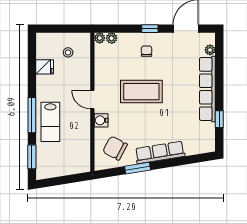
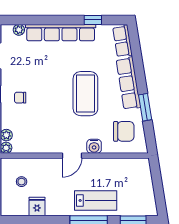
coffee table: (141, 92) -> (85, 94), moved
row of seats: (199, 147) -> (122, 41), added
chair: (115, 148) -> (124, 131), turned -118

